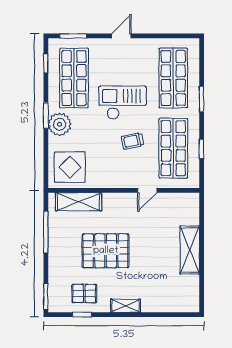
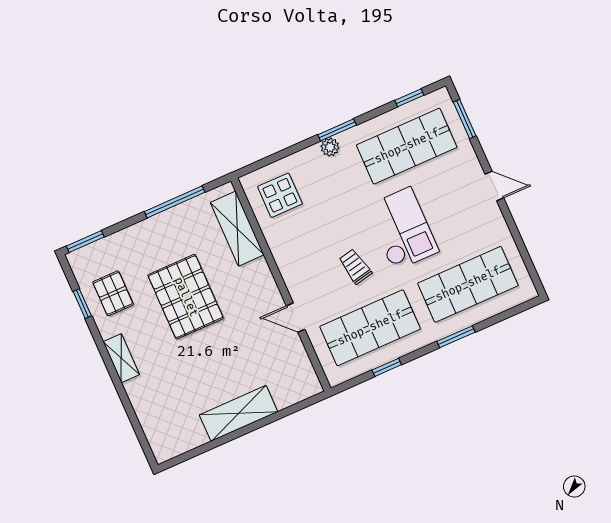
plant: (60, 124) -> (330, 147), width x0.53, depth x0.53
display table: (70, 167) -> (280, 195), width x0.73, depth x0.73

